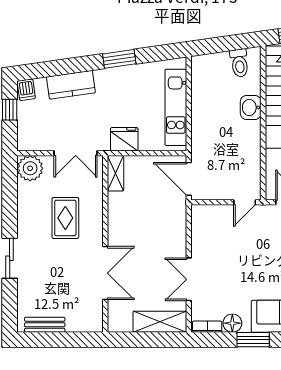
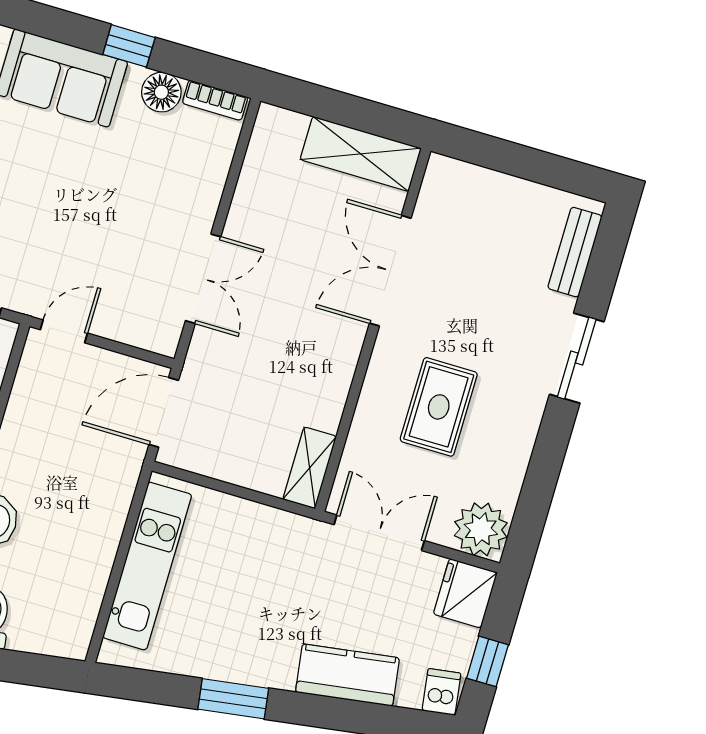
fridge: (124, 139) -> (465, 593), moved, turned 90
door: (189, 179) -> (164, 412), swing flipped
double door: (189, 279) -> (203, 279), moved
shelving: (160, 322) -> (361, 154), moved
bench: (45, 325) -> (575, 252), moved, turned 90
window: (253, 340) -> (129, 46), width x0.67

